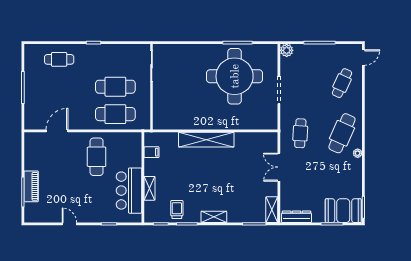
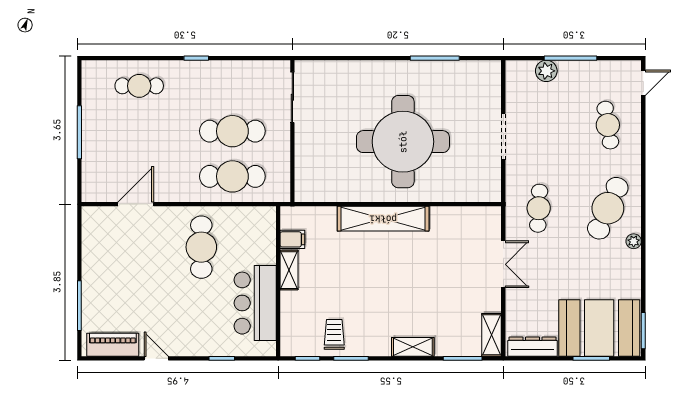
plant: (287, 50) -> (546, 71), moved
round table: (235, 76) -> (403, 142), moved
cafe table: (342, 83) -> (608, 125), turned -33
double door: (279, 167) -> (503, 264), swing flipped
piano: (31, 186) -> (113, 345), moved, turned -90
shelving: (150, 188) -> (289, 270), moved
booth: (343, 211) -> (599, 328), width x1.36, depth x1.42
shelving: (214, 217) -> (413, 347), moved

